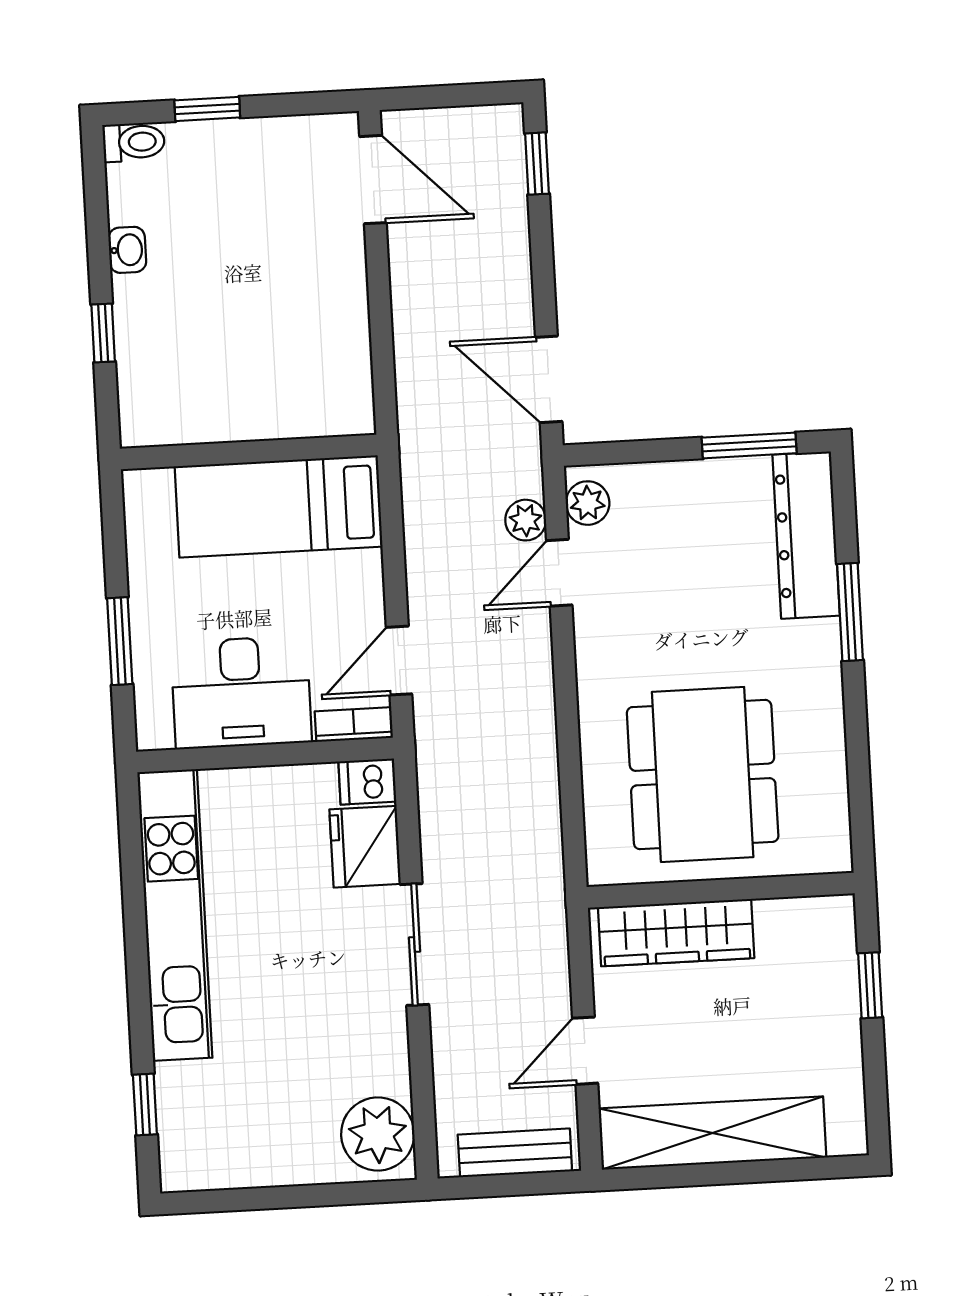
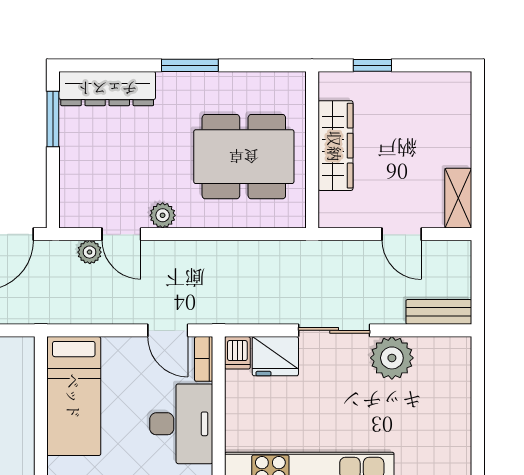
plant: (588, 503) -> (163, 215), moved
window: (850, 612) -> (190, 65), moved
wardrobe: (676, 933) -> (335, 146), moved
shelving: (712, 1133) -> (458, 198), width x0.45, depth x0.75
plant: (378, 1134) -> (392, 358), moved
bench: (515, 1153) -> (439, 312), moved, turned 90

